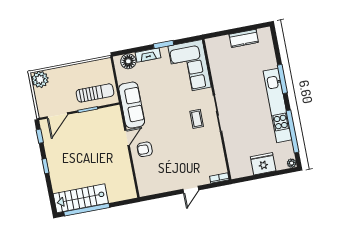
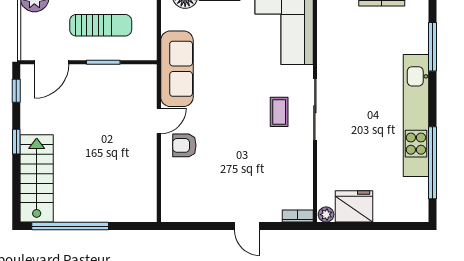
window: (282, 79) -> (432, 47), moved
sun lounger: (95, 93) -> (101, 25), moved
plant: (292, 163) -> (326, 215), moved
fridge: (263, 164) -> (354, 206), moved
door: (191, 190) -> (247, 226), hinge flipped
stairs: (81, 198) -> (37, 178), moved, turned 90

